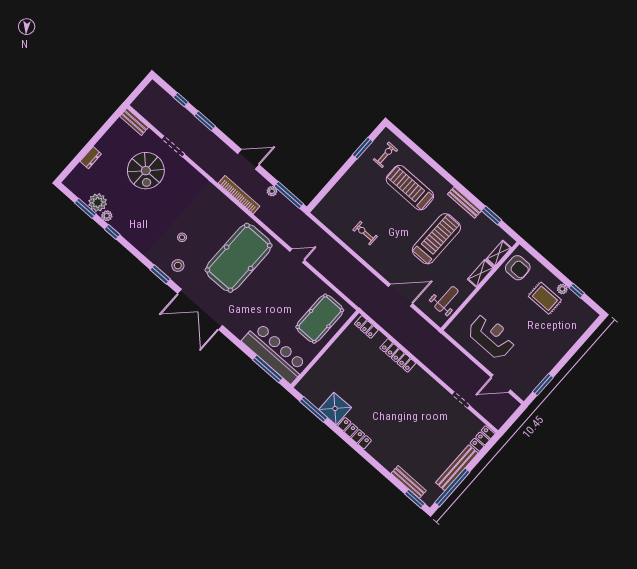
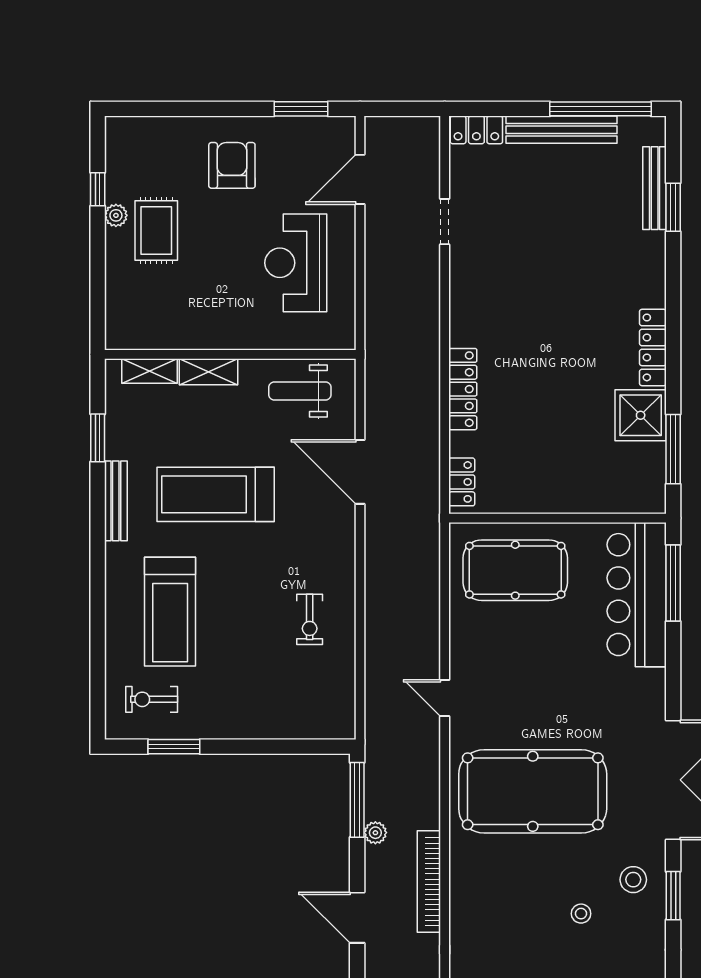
armchair: (518, 268) -> (232, 165), moved
door: (501, 384) -> (360, 179), swing flipped
window: (415, 499) -> (673, 207), moved

